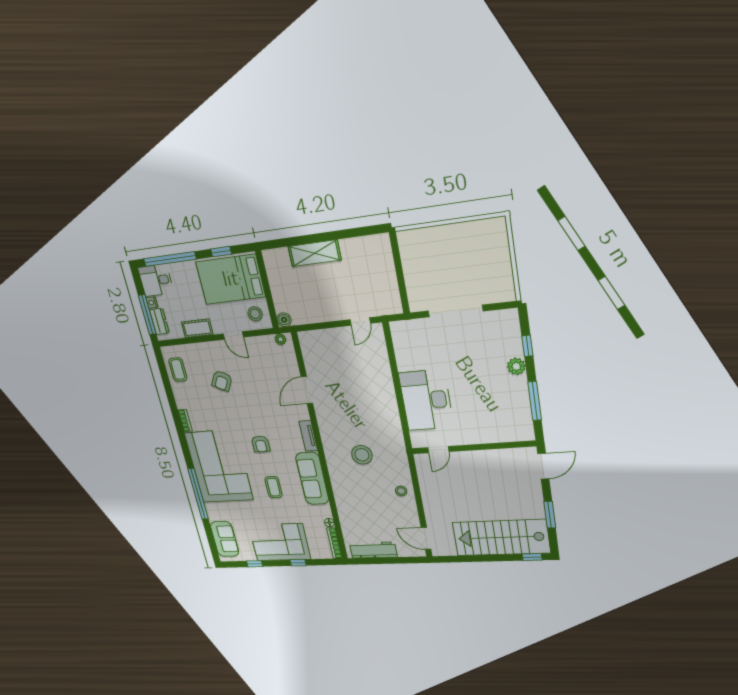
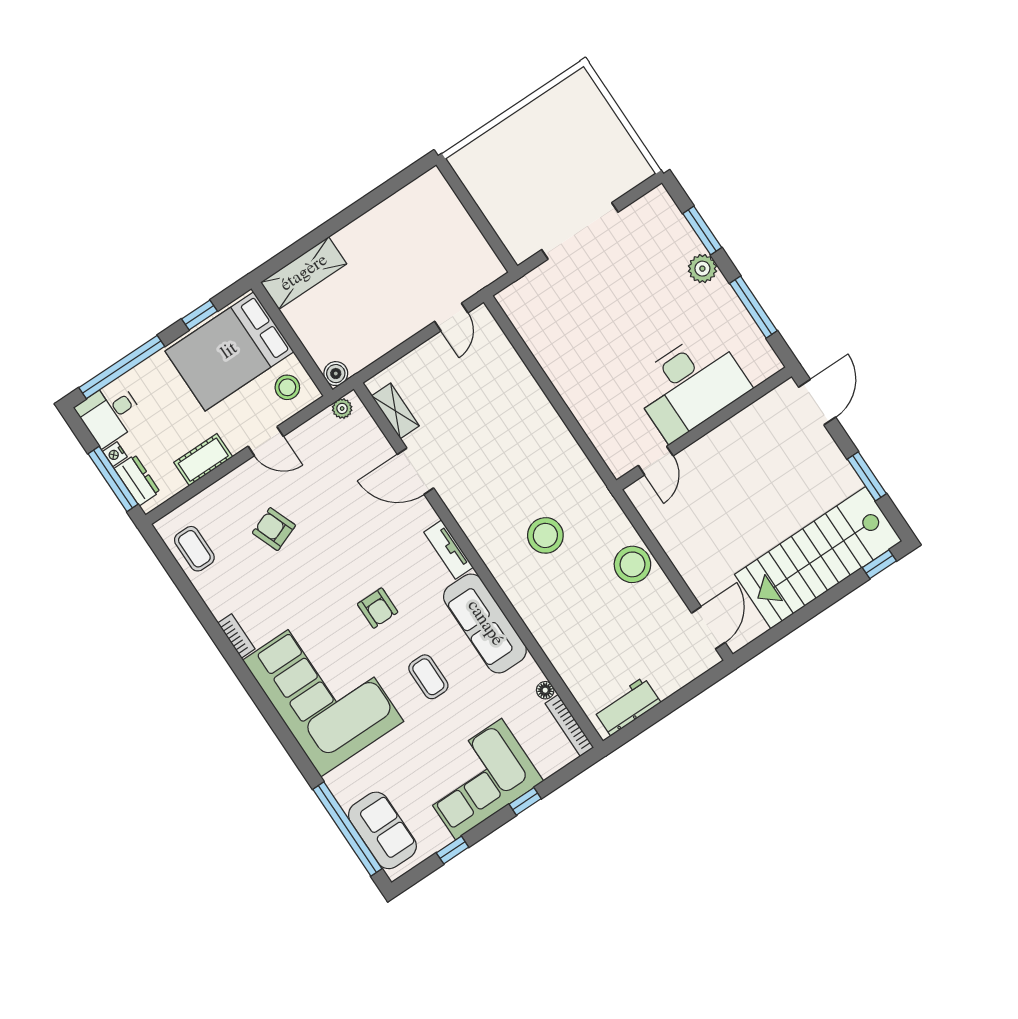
shelving: (315, 253) -> (304, 273), moved
window: (527, 346) -> (702, 231), width x1.50
shelving: (309, 355) -> (395, 411), added
armchair: (222, 381) -> (274, 529), turned 132
door: (307, 390) -> (415, 471), hinge flipped
desk: (426, 400) -> (690, 385), moved, turned -90
stool: (401, 491) -> (632, 564), width x1.89, depth x1.89
window: (198, 494) -> (347, 829), moved
door: (426, 539) -> (708, 628), swing flipped
workbench: (373, 550) -> (627, 706), width x0.73

